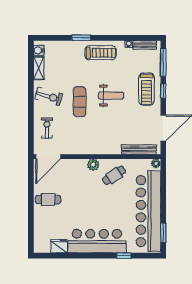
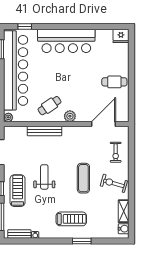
treadmill: (101, 53) -> (71, 219), moved, turned 180
weight bench: (111, 96) -> (44, 177), moved, turned 90
bench: (139, 150) -> (45, 131), moved
door: (48, 157) -> (103, 124), moved
fridge: (59, 246) -> (121, 36), moved
window: (124, 256) -> (25, 27), moved

